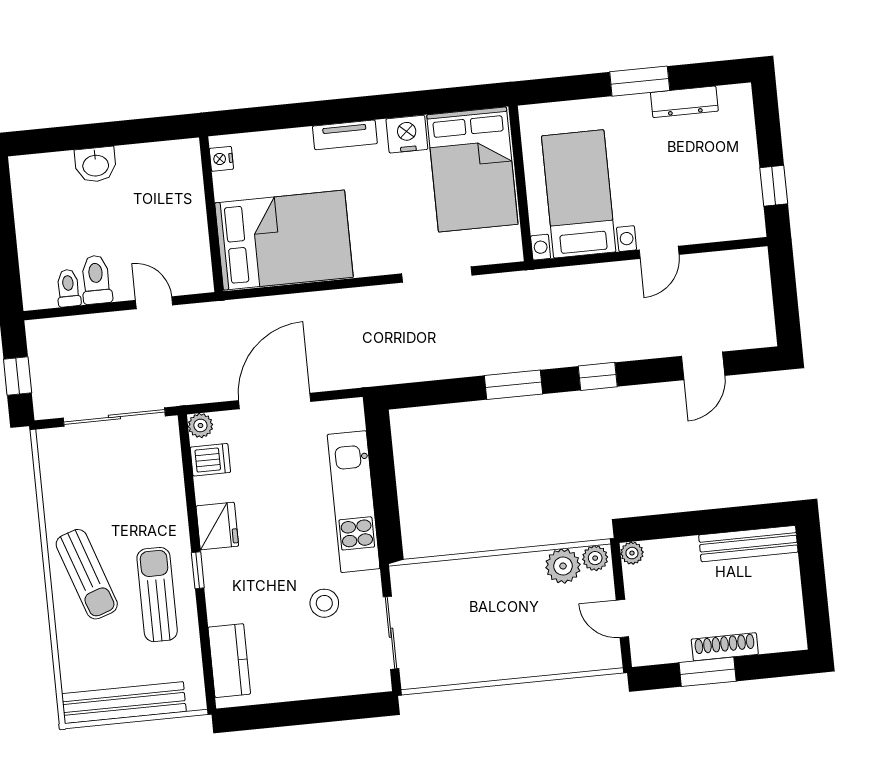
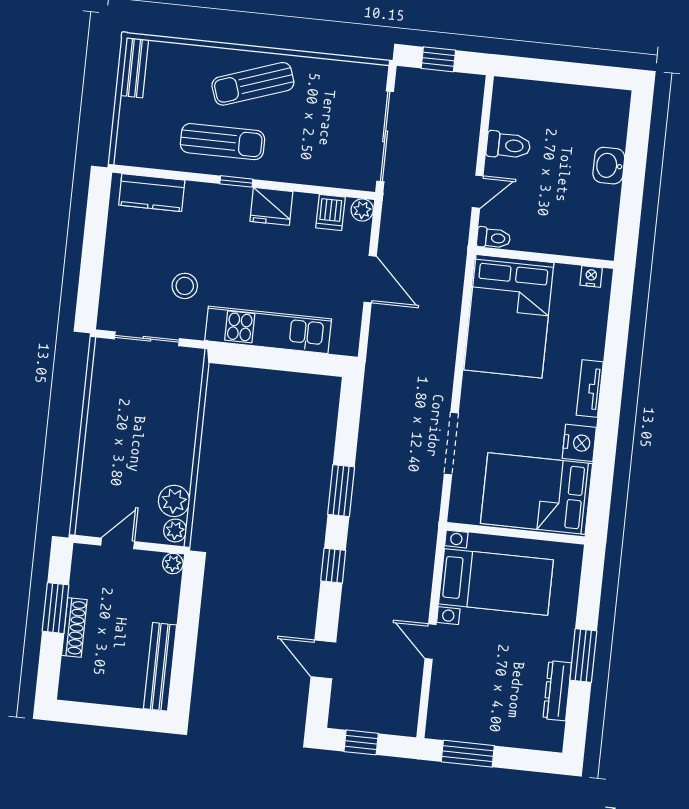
window: (774, 186) -> (468, 754), width x1.50
toilet: (68, 288) -> (493, 238), moved
window: (786, 306) -> (361, 742), added
door: (275, 401) -> (370, 279), width x0.73
bench: (124, 703) -> (134, 68), width x0.54, depth x0.82

